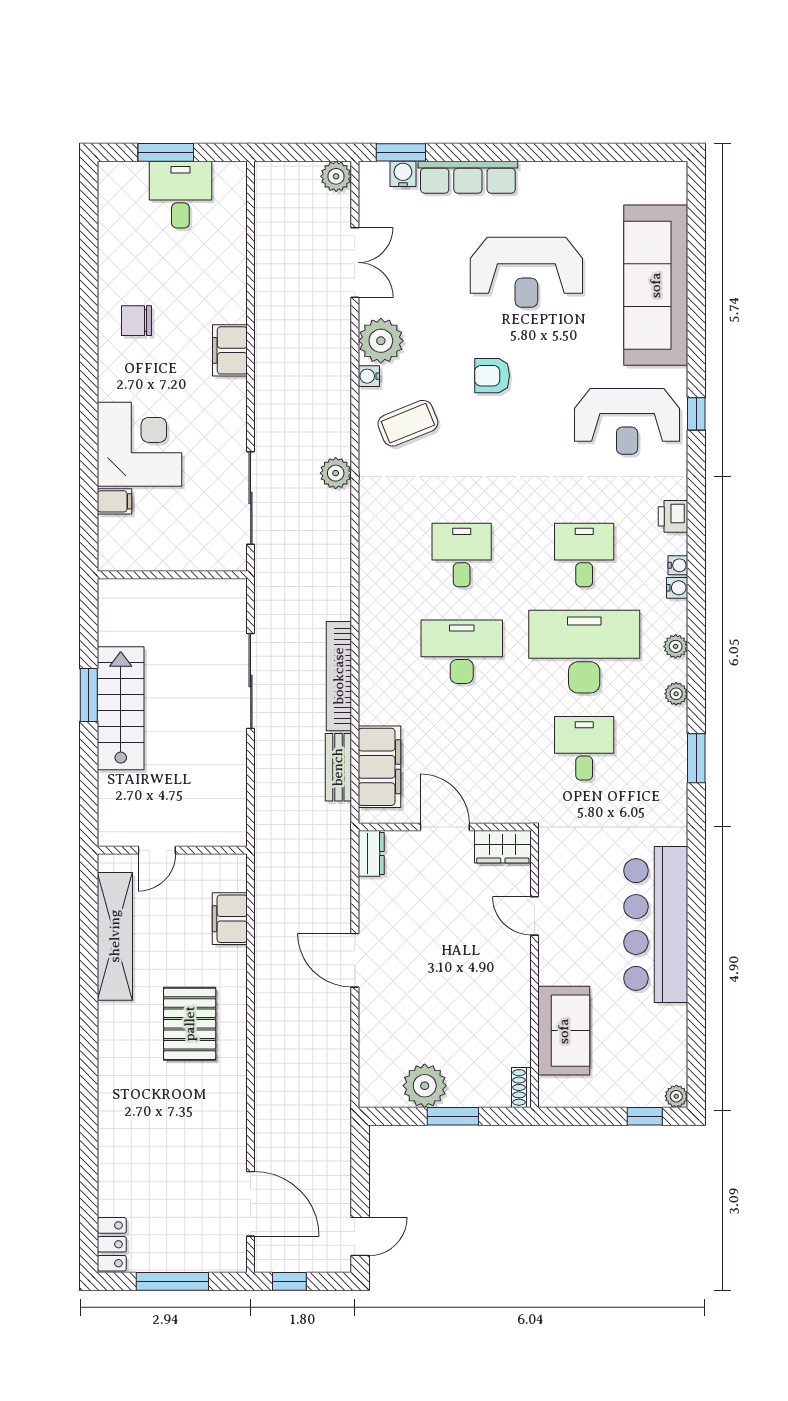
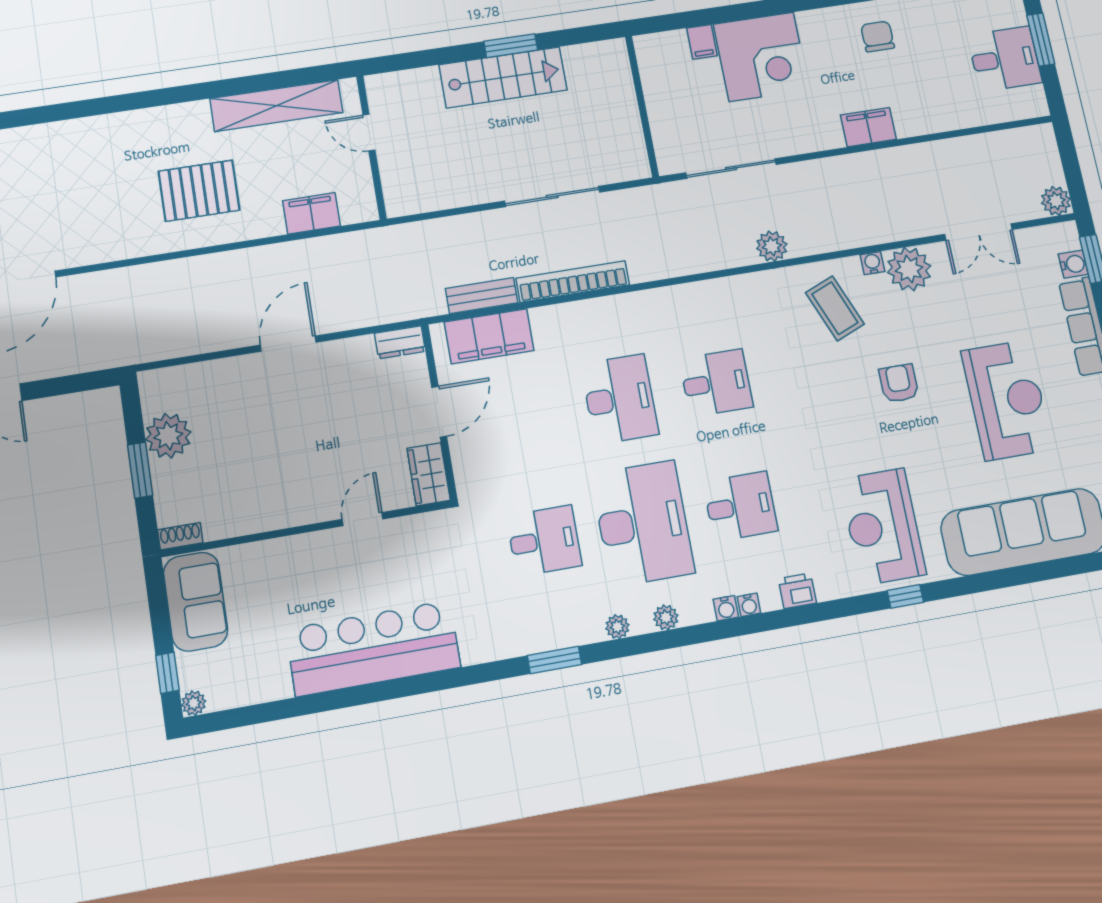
reception desk: (526, 272) -> (1007, 400), turned 180
sofa: (564, 1031) -> (196, 602), moved, turned -90

